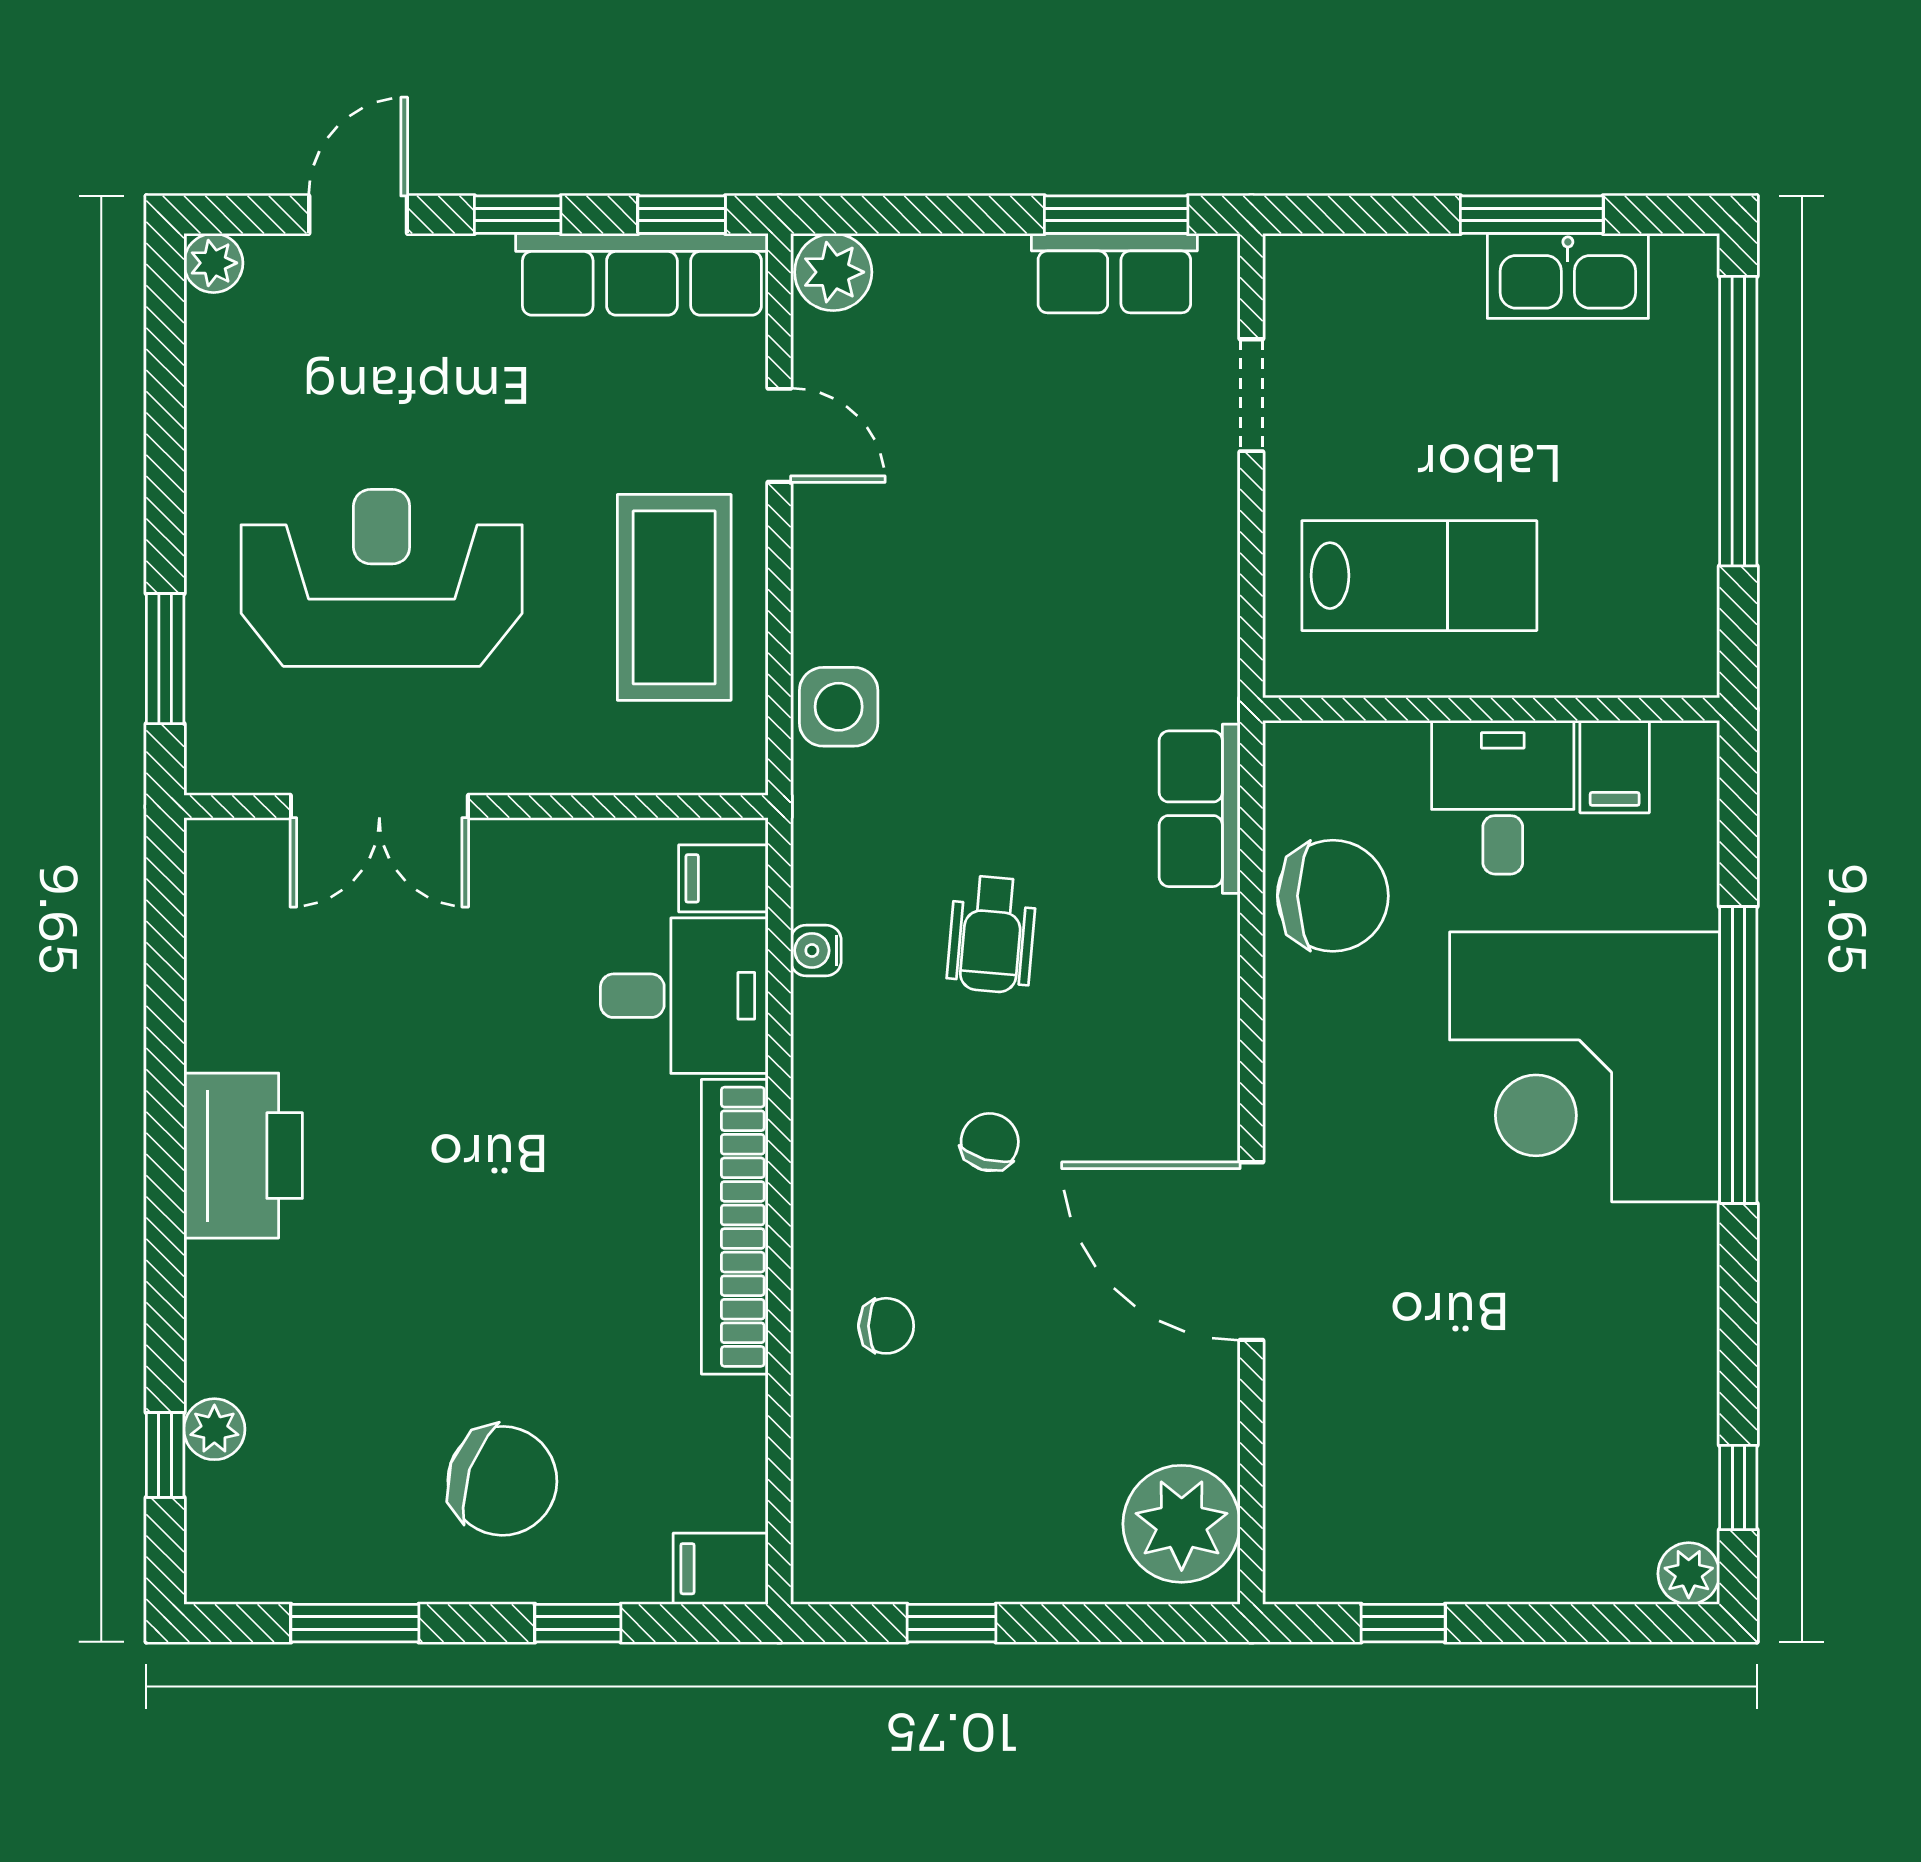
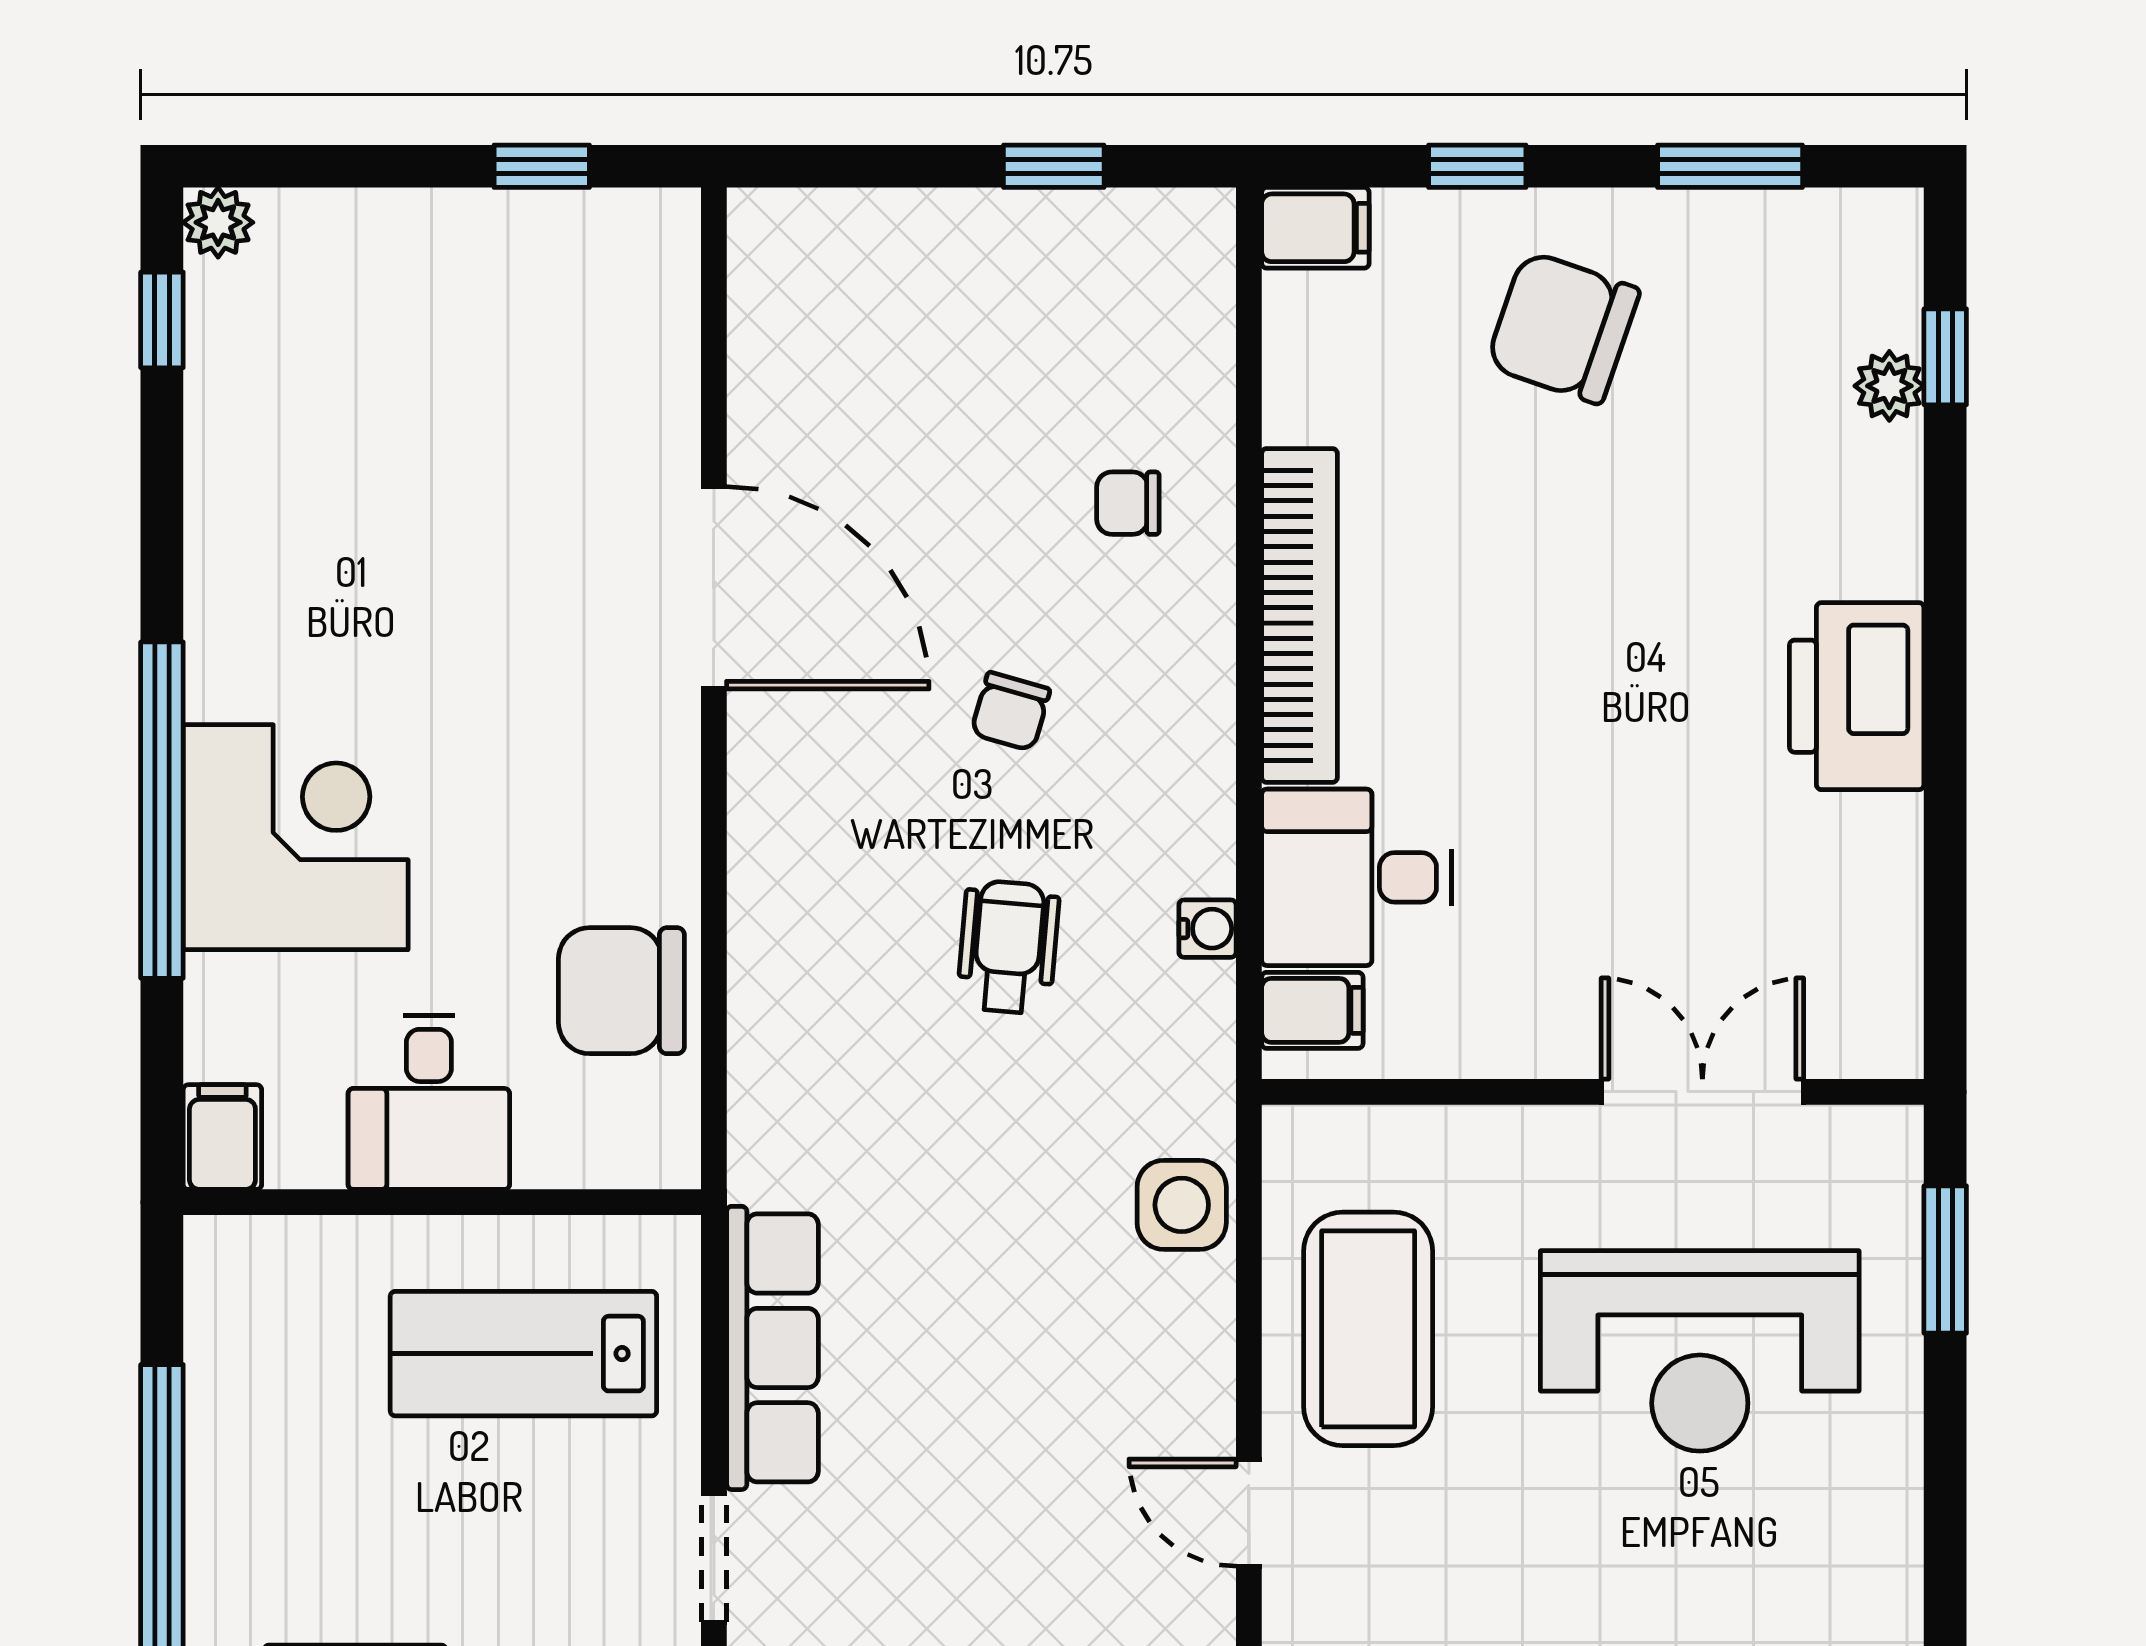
filing cabinet: (1615, 767) -> (222, 1137), moved
row of seats: (1200, 809) -> (772, 1348), moved, width x1.48
corner desk: (1585, 1067) -> (296, 837), width x0.74, depth x0.74
plant: (1182, 1524) -> (793, 279), removed

